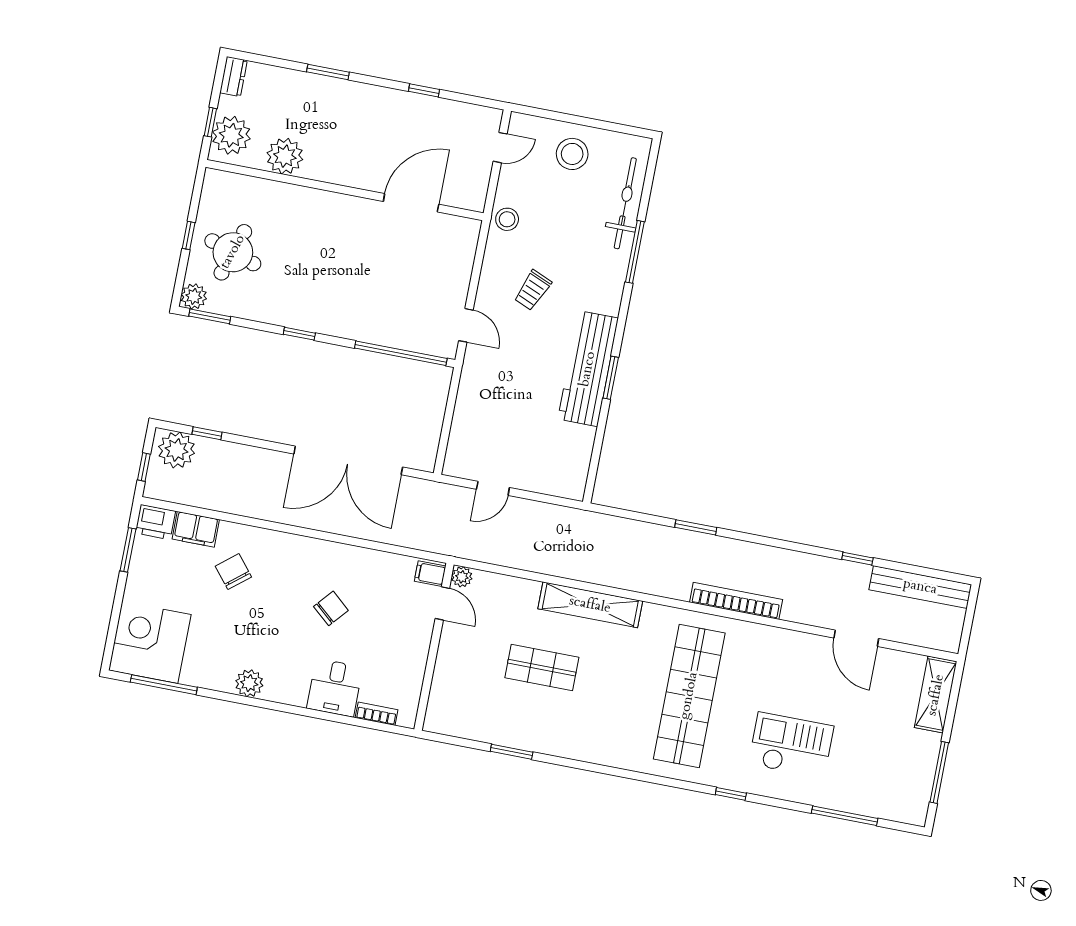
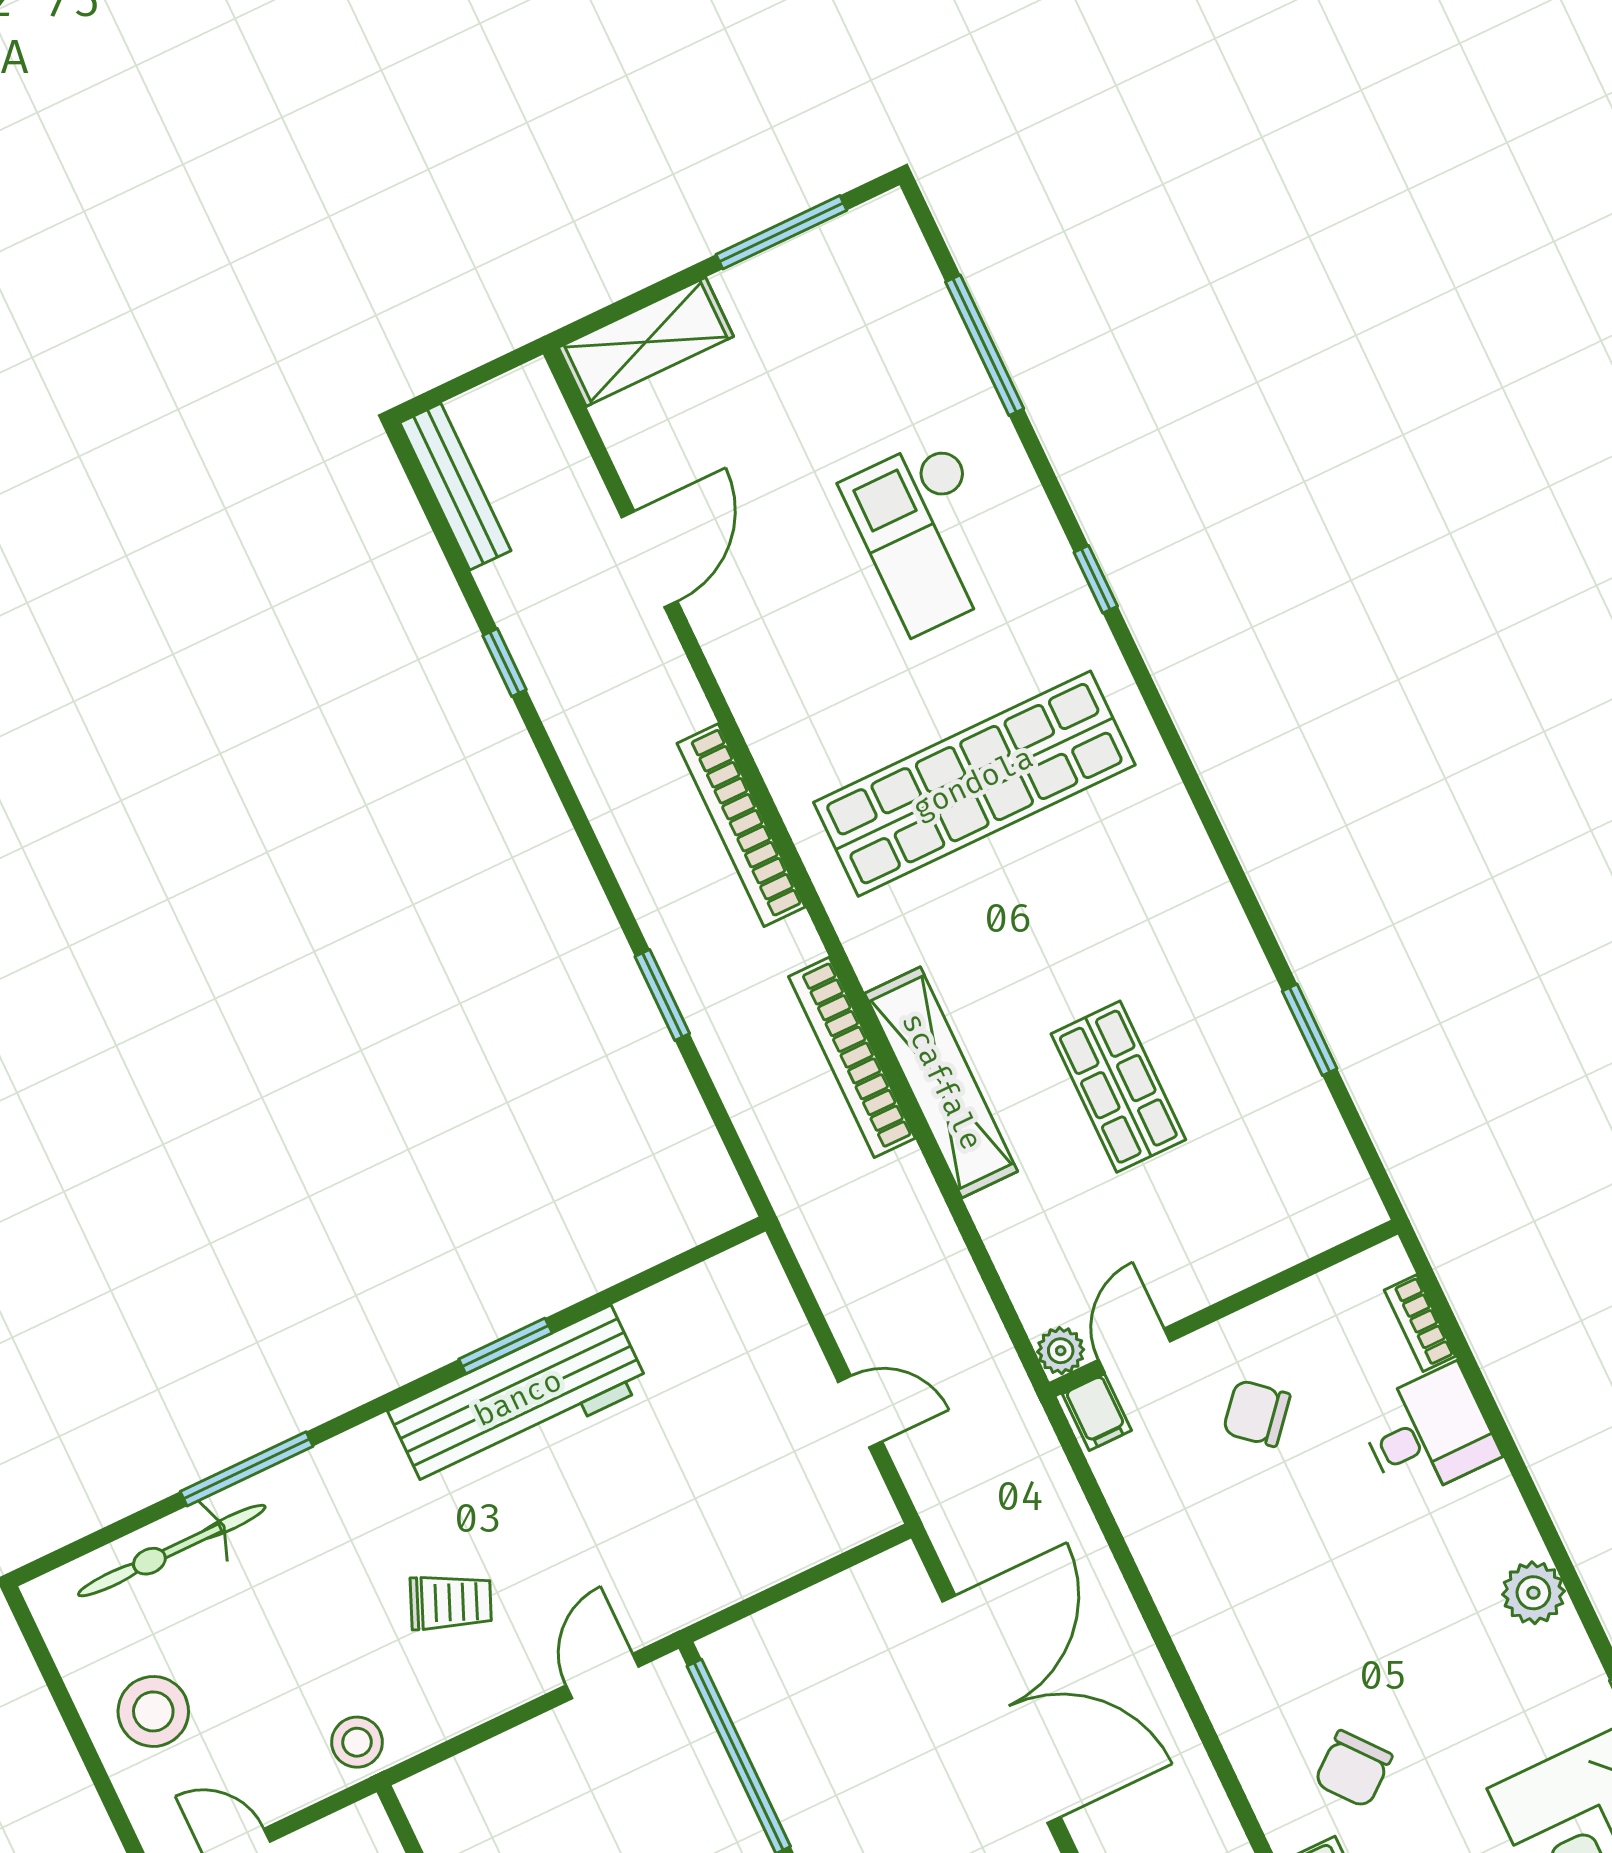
bookcase: (623, 579) -> (852, 1057), added
bench: (920, 587) -> (455, 487), width x0.73, depth x0.82
chair: (331, 608) -> (1257, 1413), moved

